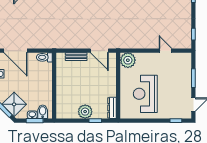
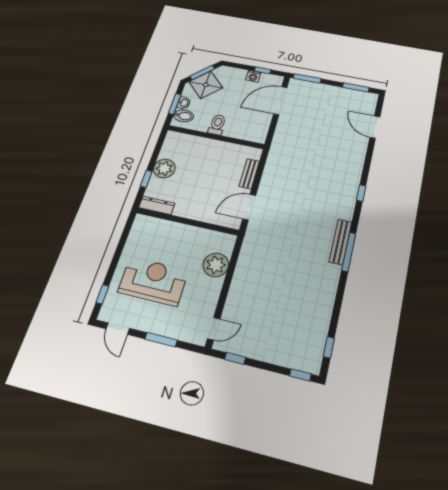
door: (165, 51) -> (214, 329), moved
toilet: (44, 57) -> (217, 125), moved
plant: (128, 60) -> (216, 265), moved
reception desk: (145, 94) -> (153, 281), moved

